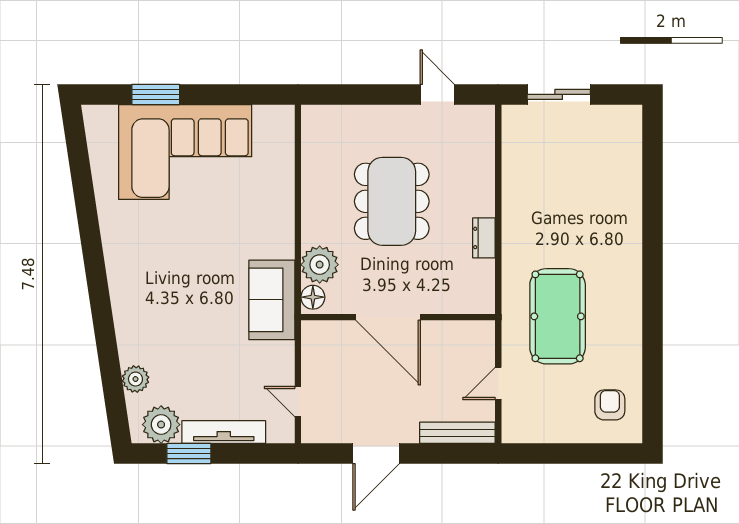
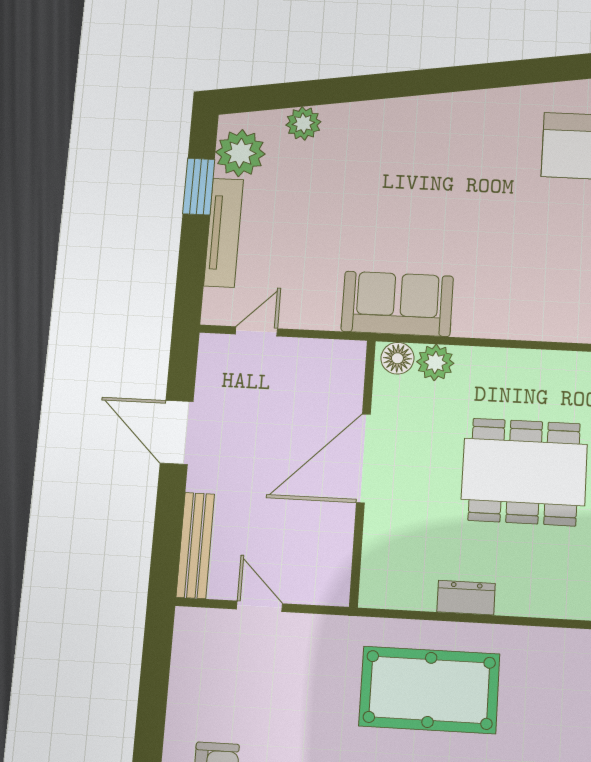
plant: (320, 265) -> (435, 363), width x0.73, depth x0.73
pool table: (558, 316) -> (429, 690), moved

